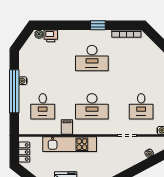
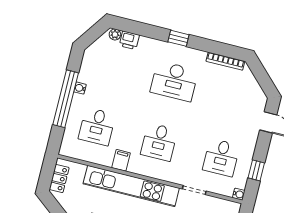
window: (98, 25) -> (178, 38), moved
desk: (92, 106) -> (159, 142), width x0.73
kitchen unit: (70, 144) -> (131, 186), width x1.36

